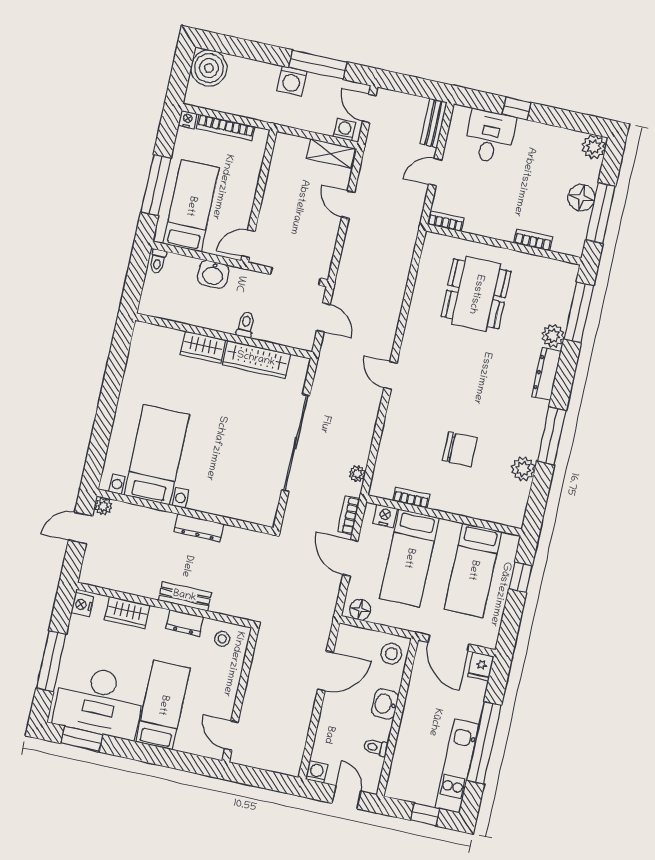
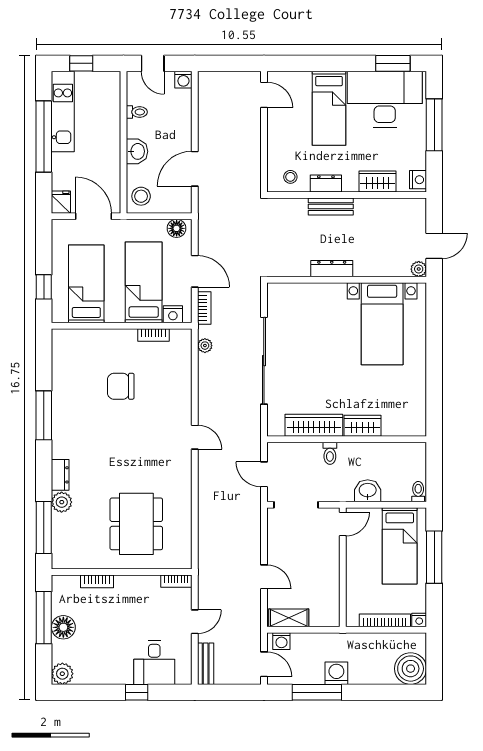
dresser: (546, 374) -> (60, 475), width x0.70
plant: (523, 469) -> (62, 381), removed

